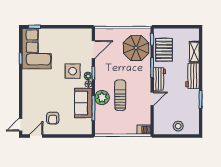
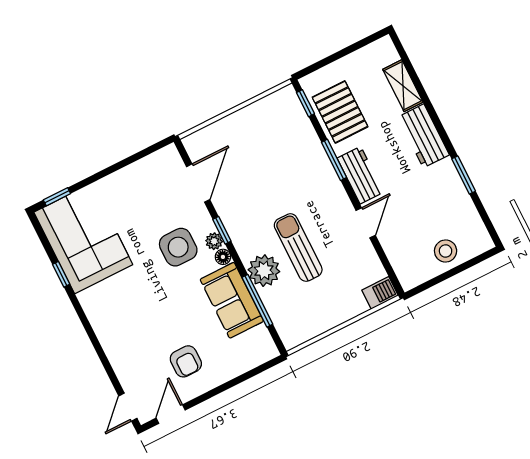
parasol: (136, 48) -> (282, 137), removed

